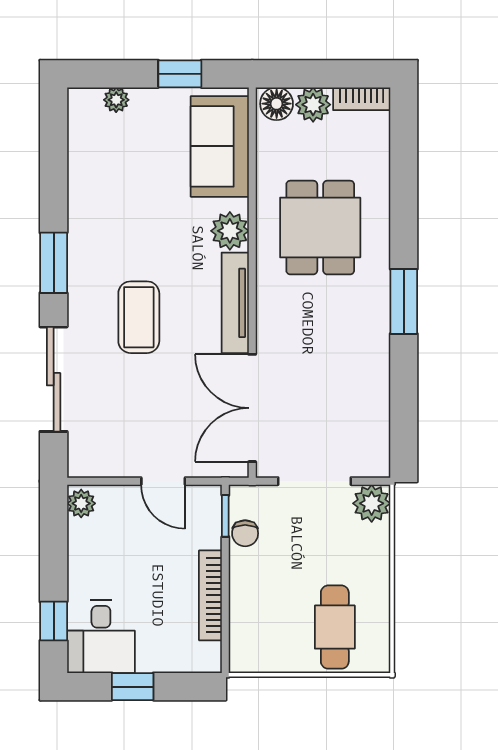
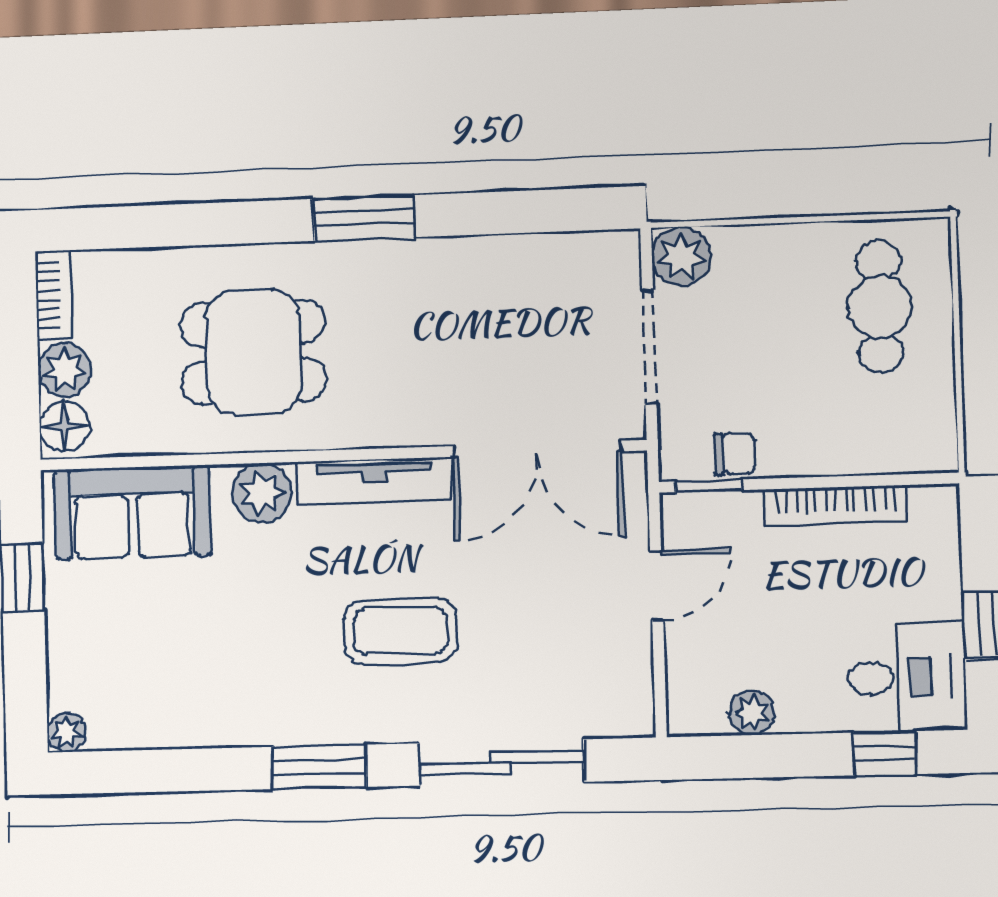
plant: (116, 100) -> (66, 732), moved
plant: (81, 503) -> (752, 713), moved
cafe table: (335, 627) -> (880, 307), turned 90

